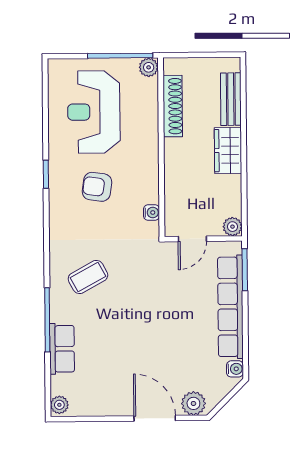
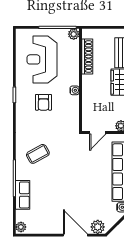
armchair: (97, 187) -> (43, 102), turned -98
water cooler: (151, 213) -> (75, 90), moved

